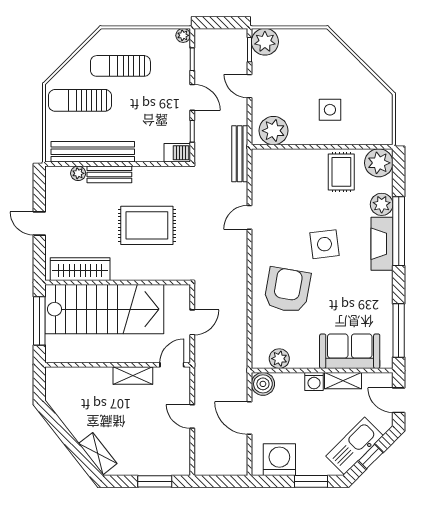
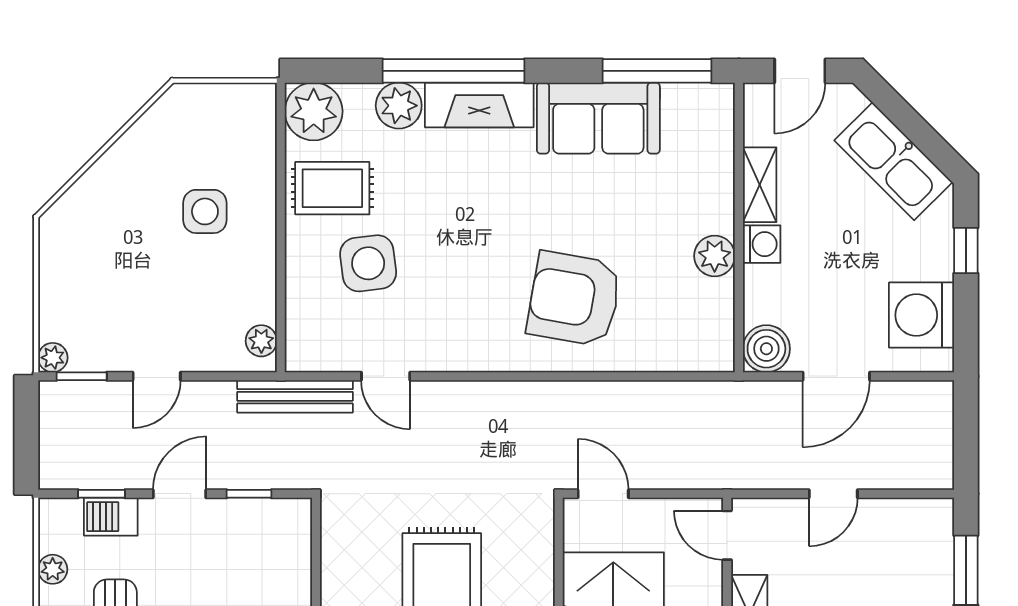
plant: (183, 35) -> (53, 569), moved
plant: (265, 42) -> (53, 358), width x0.53, depth x0.53
plant: (273, 131) -> (261, 341), width x0.53, depth x0.53
barbecue: (177, 153) -> (111, 517), moved, turned -90
door: (250, 217) -> (386, 376), moved
side table: (325, 244) -> (368, 263), moved
door: (192, 322) -> (603, 494), moved
sofa: (350, 351) -> (598, 118), moved, turned -90
plant: (279, 359) -> (715, 256), moved
window: (371, 457) -> (915, 128), removed
window: (311, 481) -> (966, 250), width x0.67

